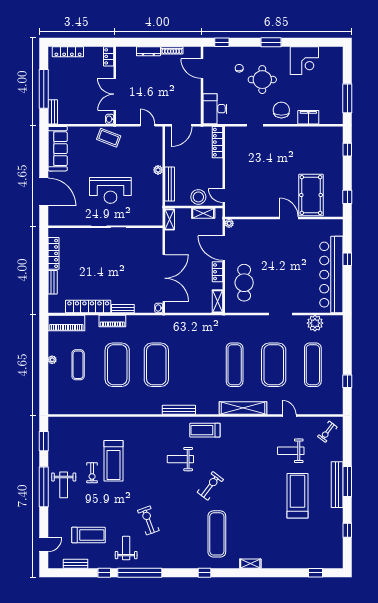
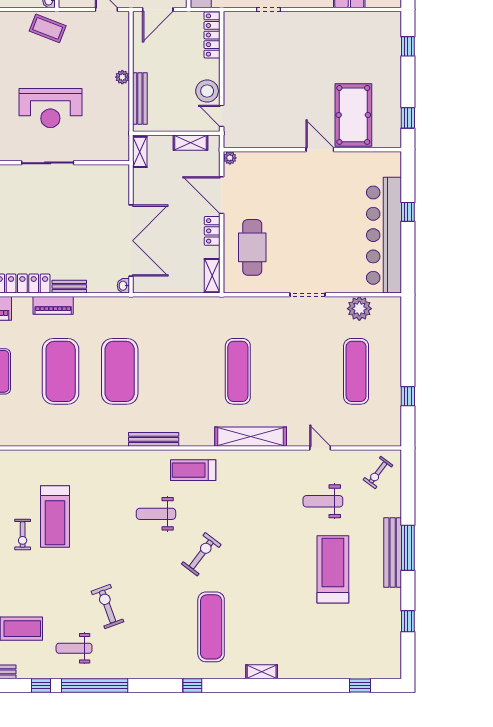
stool: (198, 197) -> (207, 91), moved
exercise mat: (274, 365) -> (297, 371), removed
weight bench: (126, 548) -> (74, 648), turned -90

